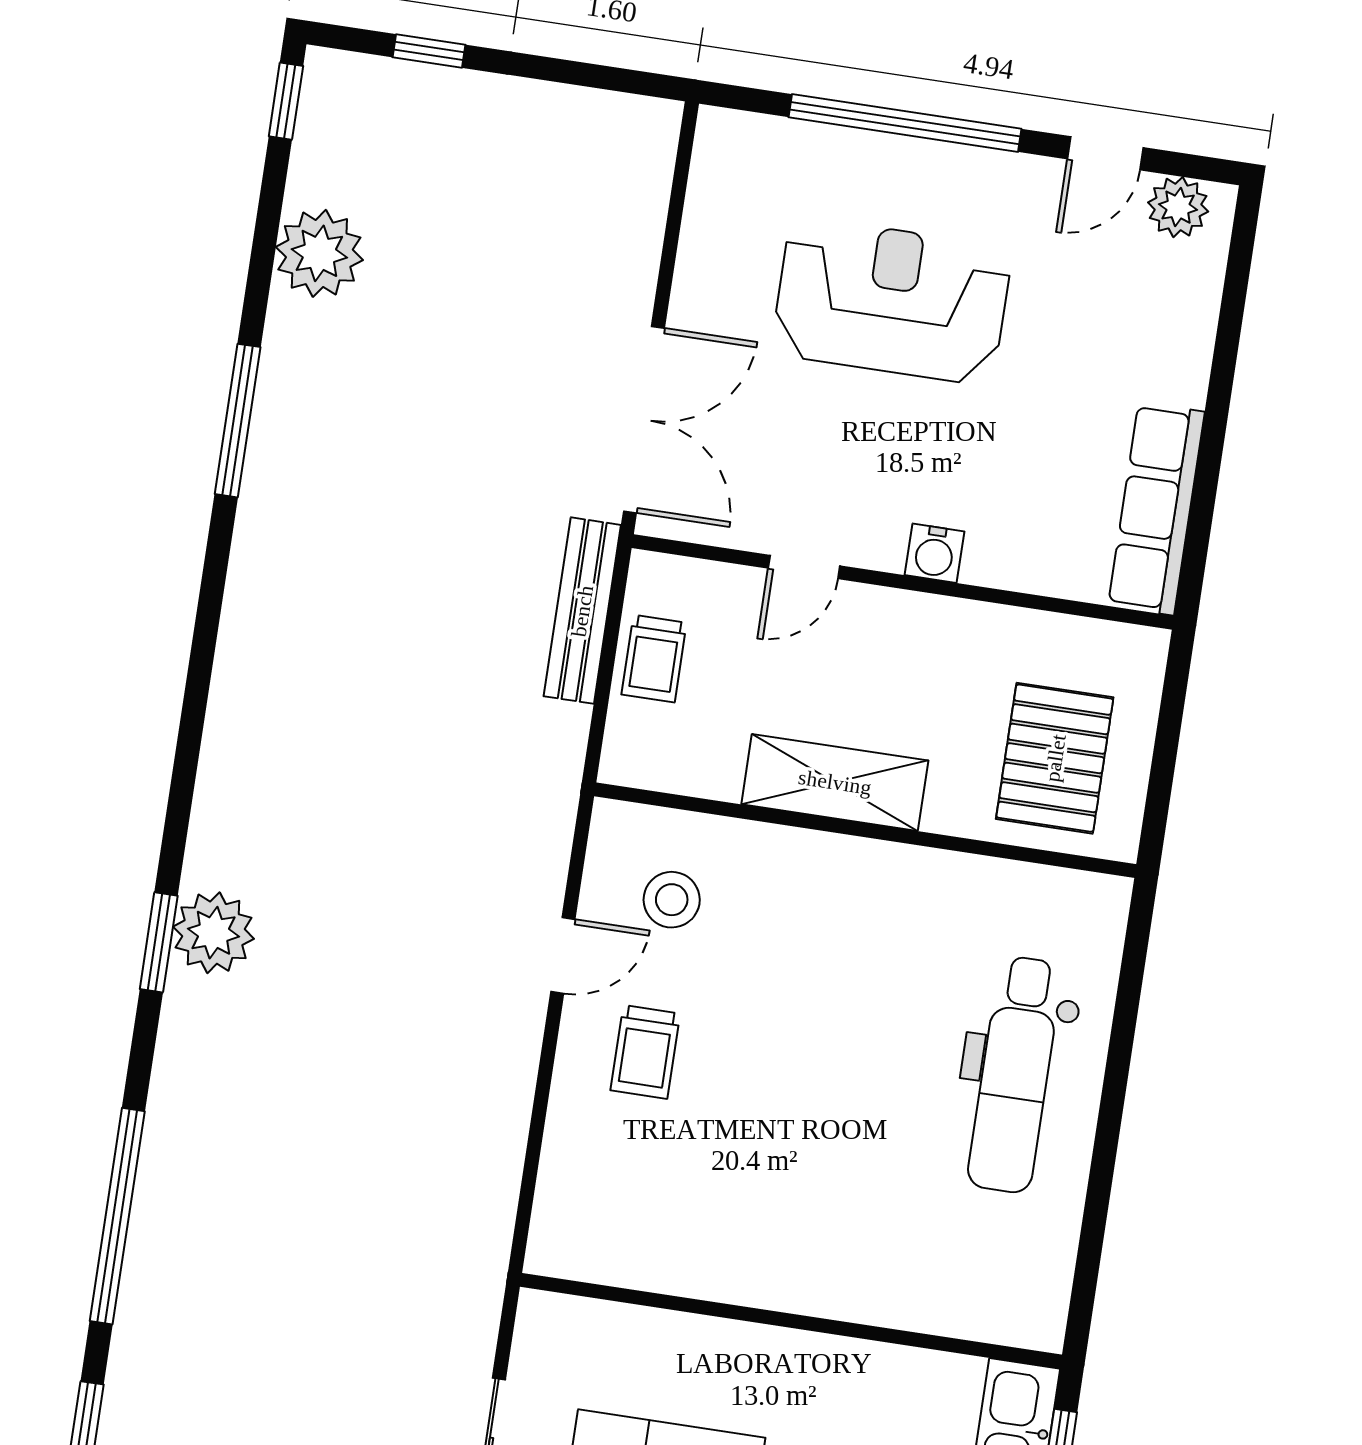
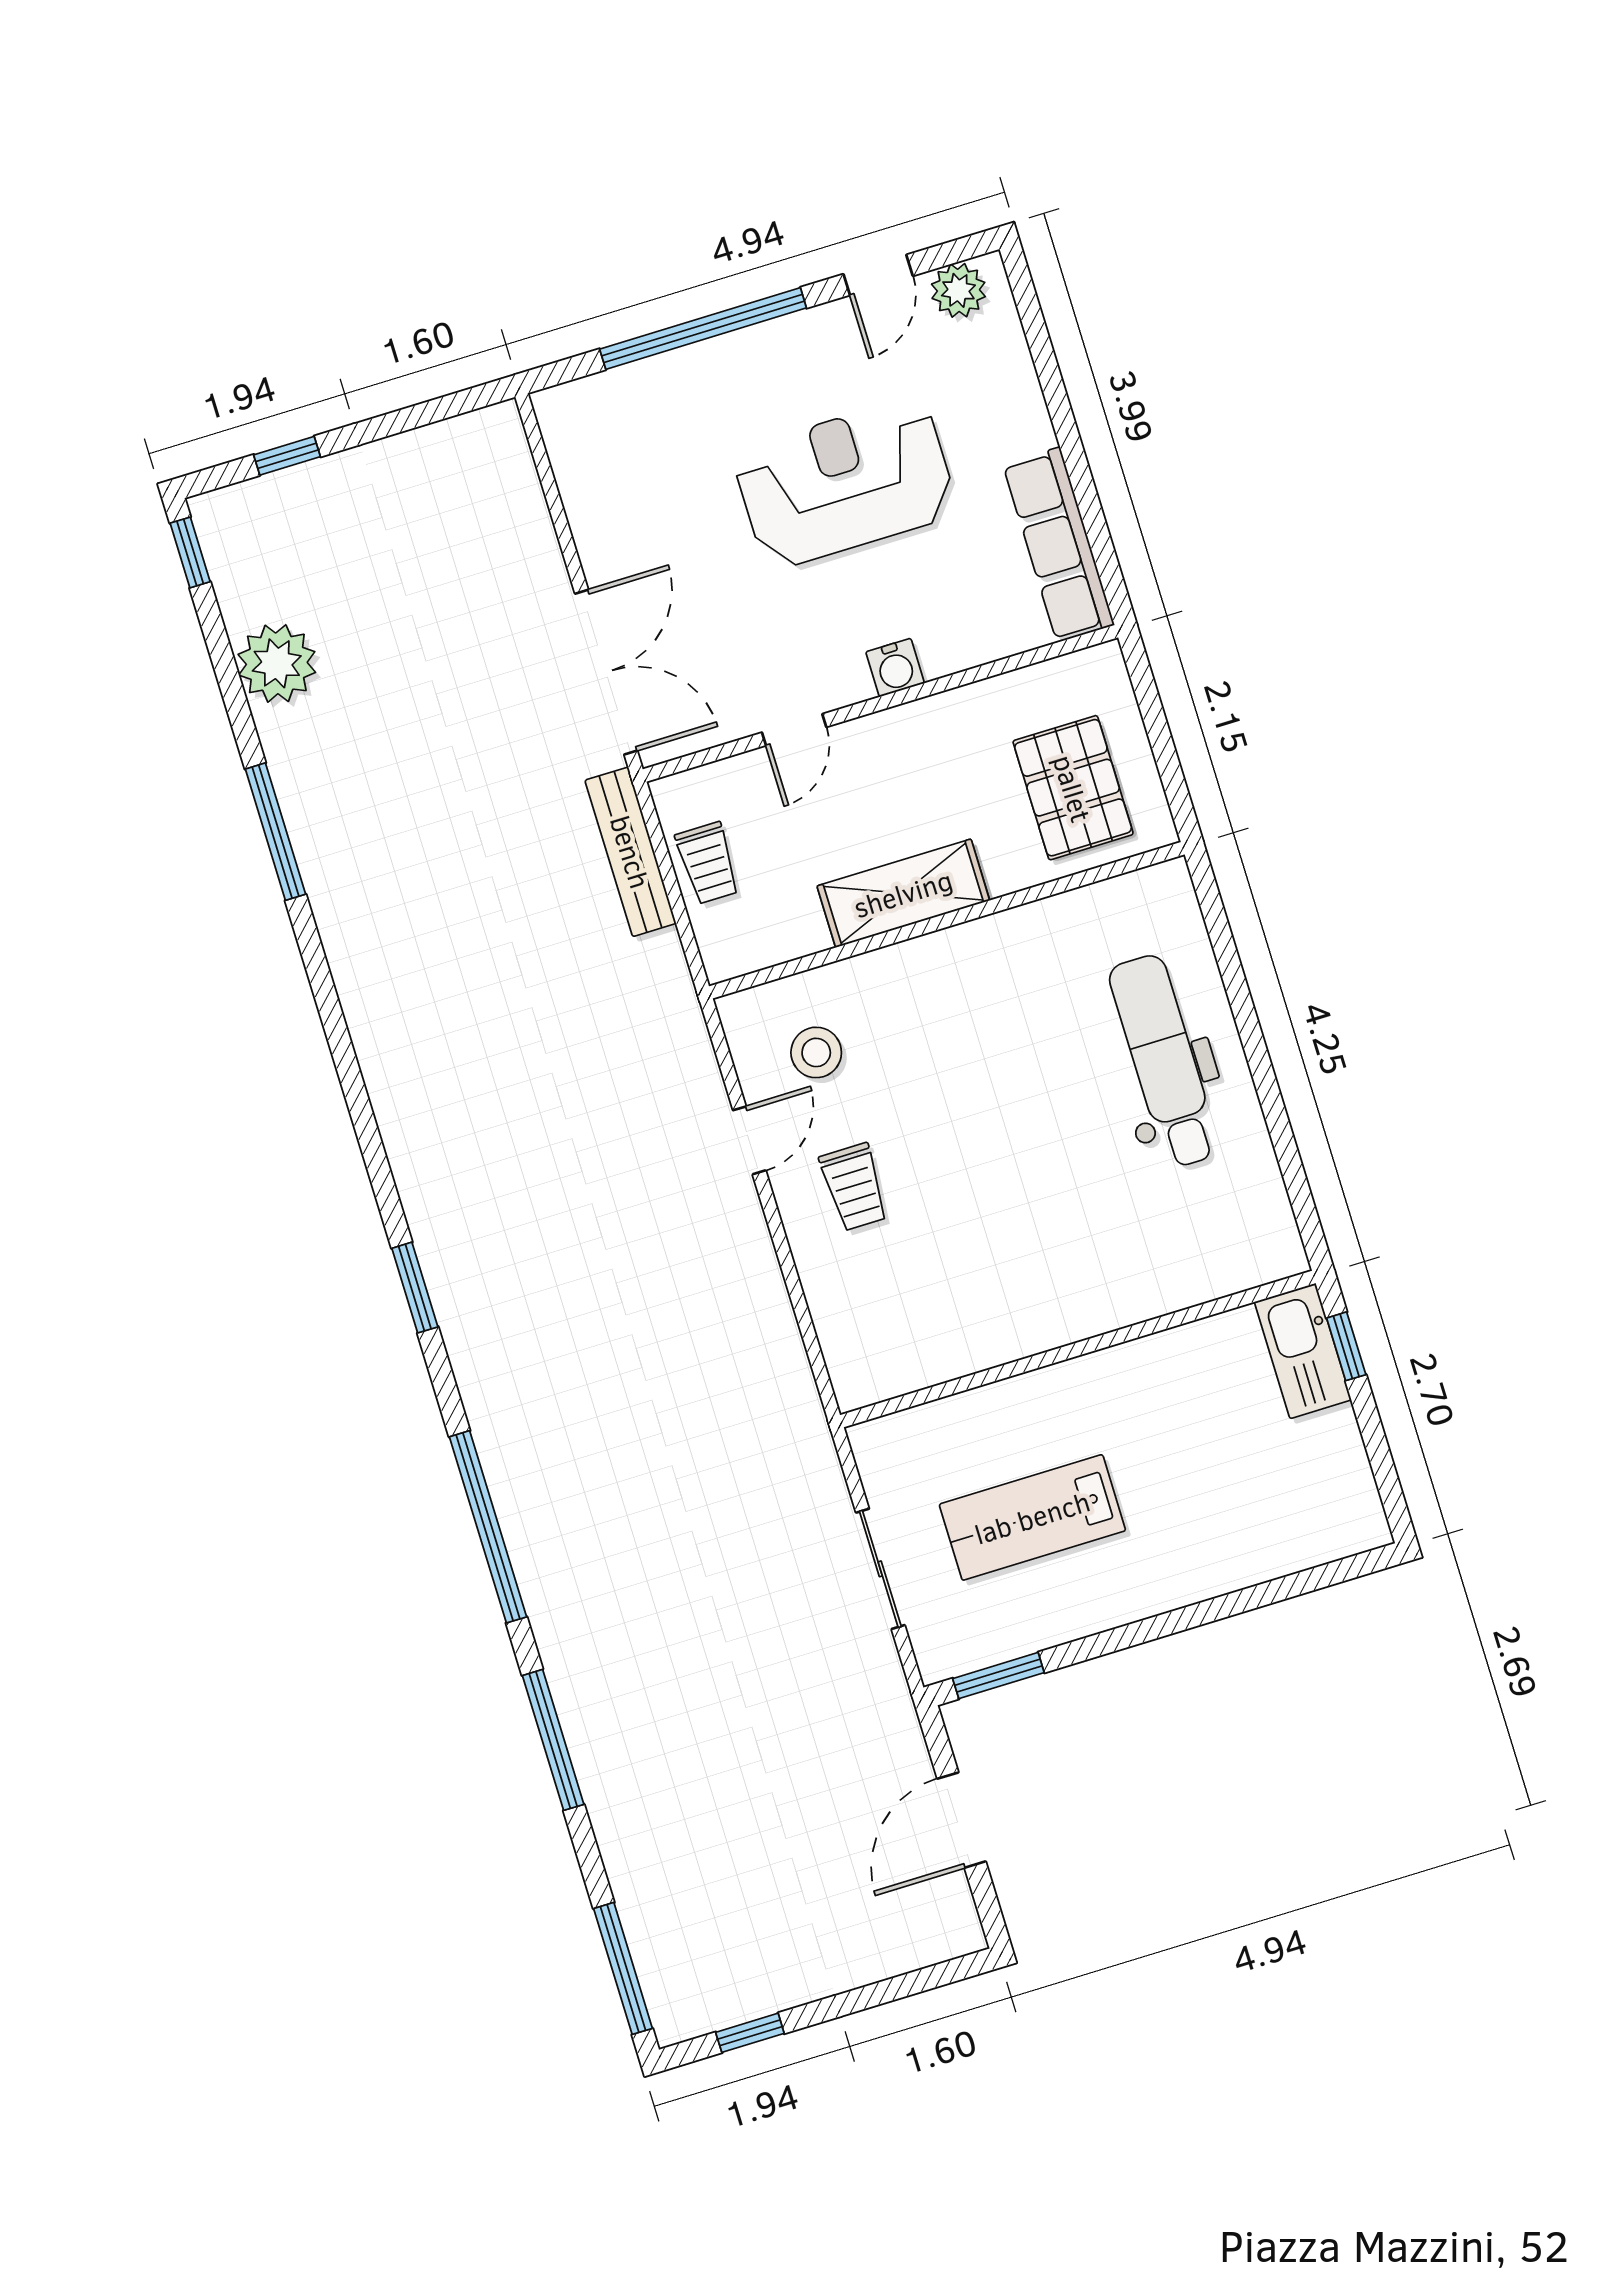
reception desk: (892, 301) -> (845, 483), moved
plant: (214, 933) -> (456, 1258), removed
dental chair: (1015, 1075) -> (1164, 1061), turned 180

